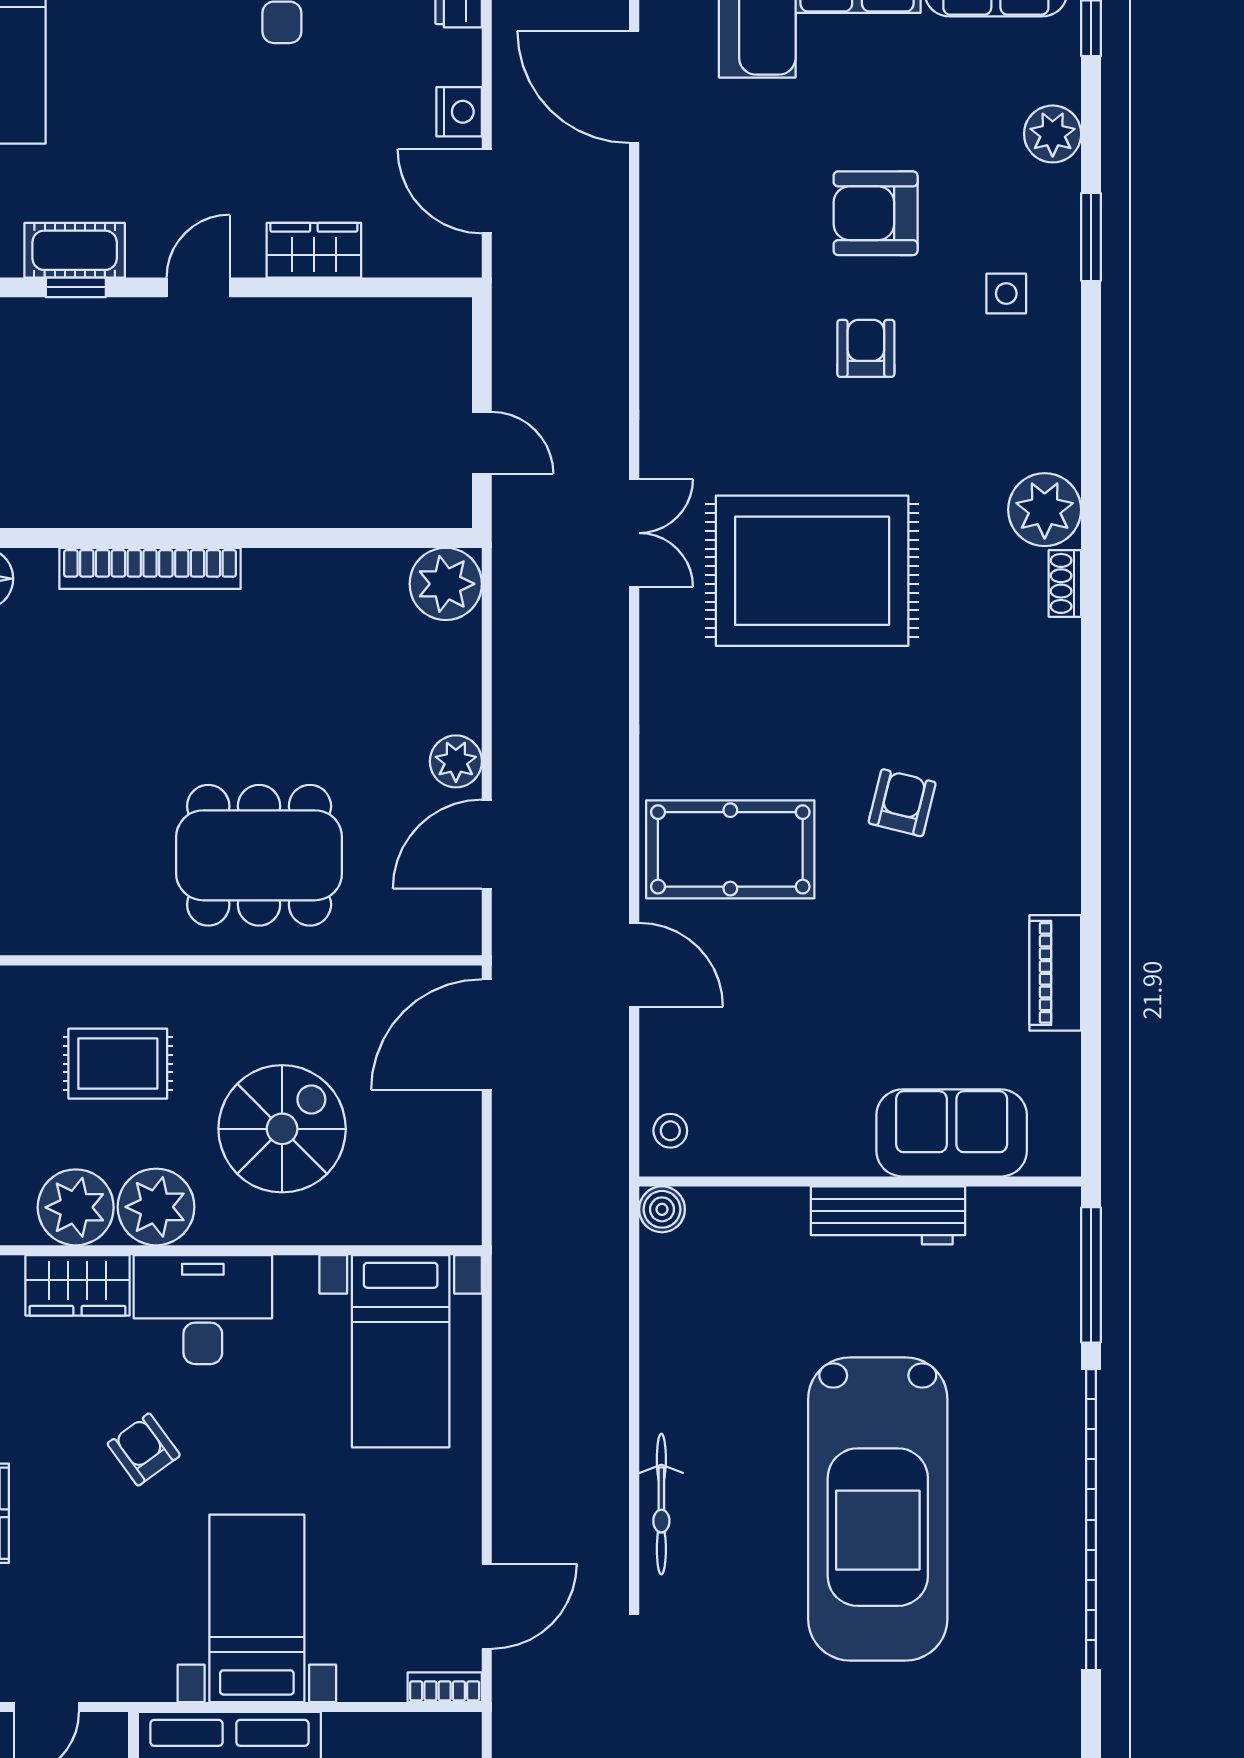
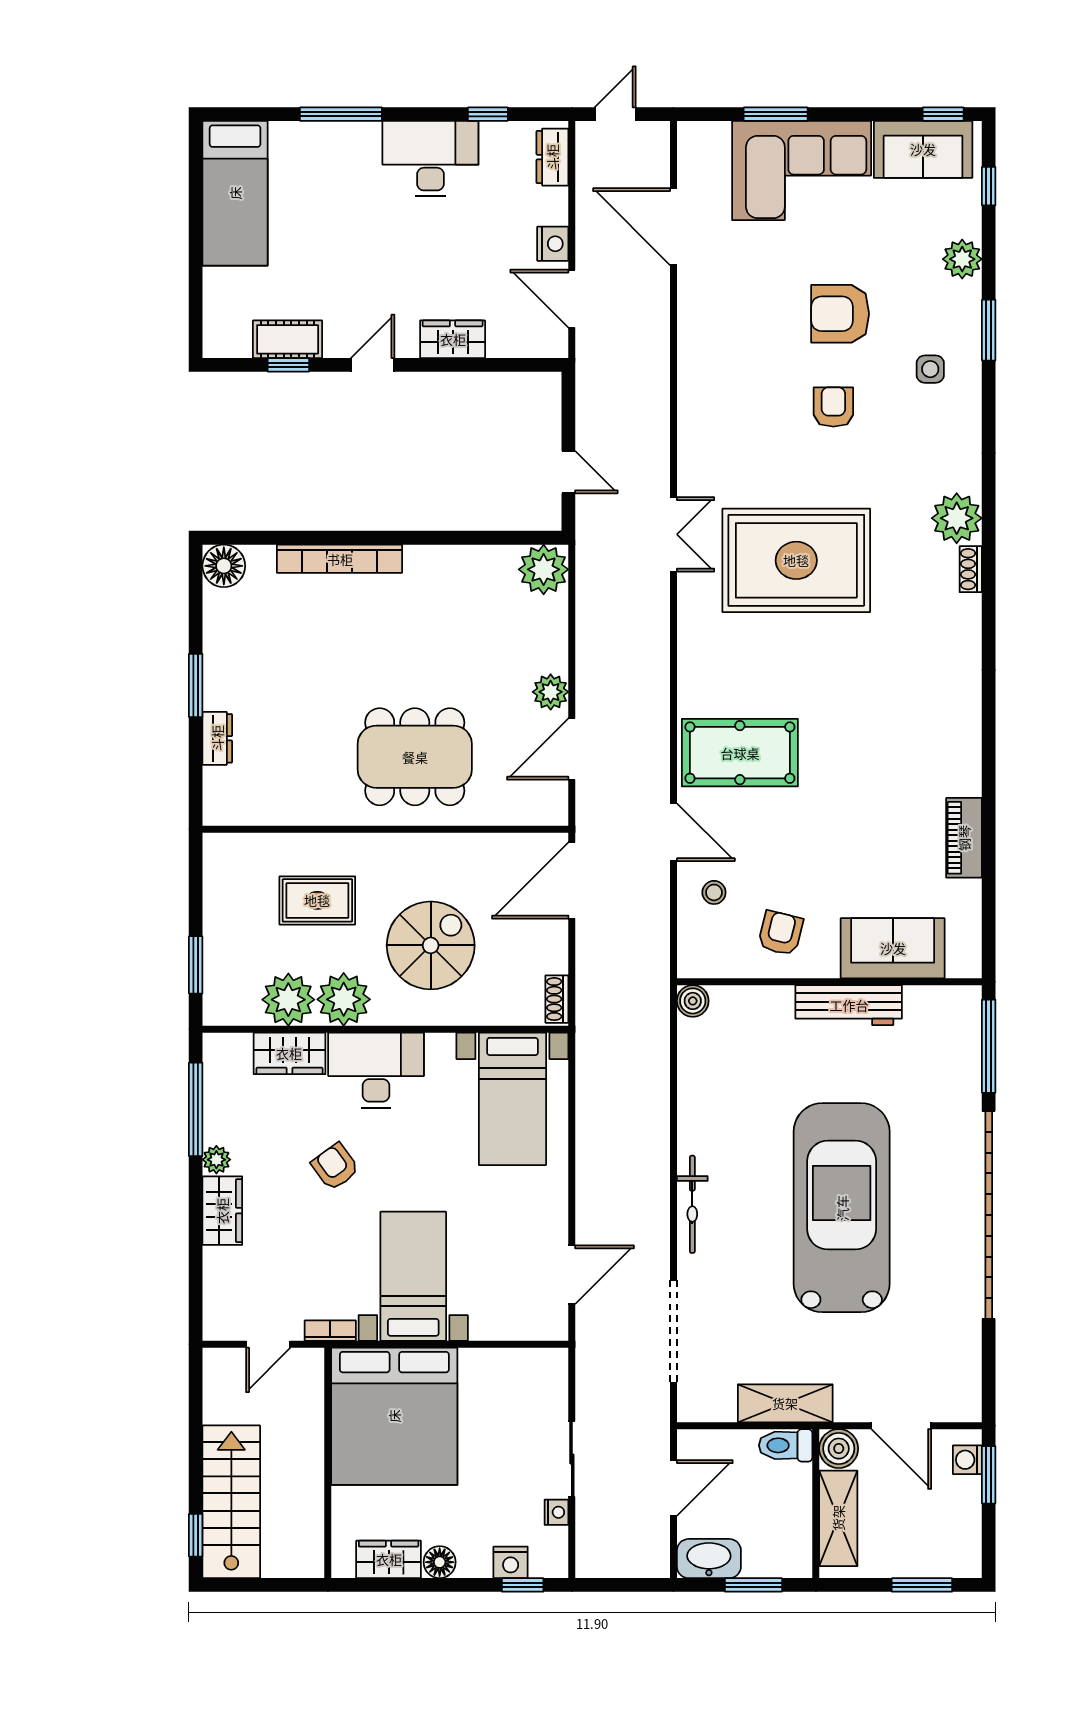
armchair: (902, 803) -> (780, 933), moved
stool: (670, 1131) -> (714, 892), moved
shoe rack: (465, 1207) -> (557, 999), added
car: (878, 1509) -> (842, 1208), turned 180
bookcase: (445, 1687) -> (330, 1331), moved

